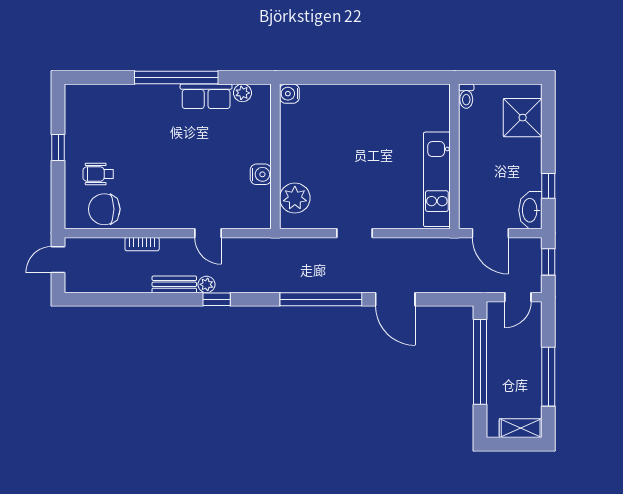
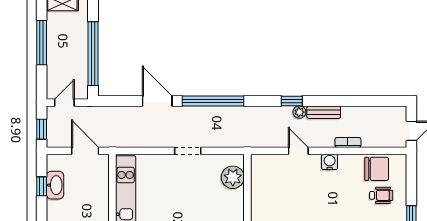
water cooler: (261, 174) -> (330, 162), moved, turned 90
washbasin: (530, 210) -> (55, 185), moved

